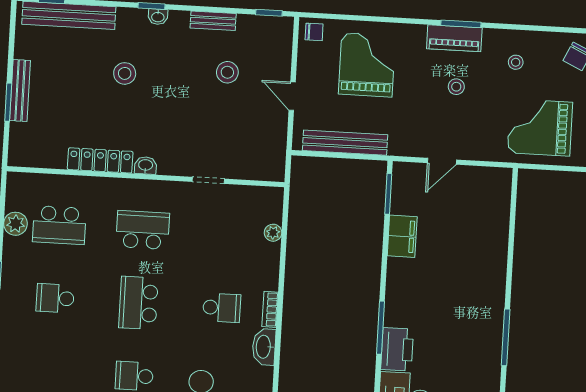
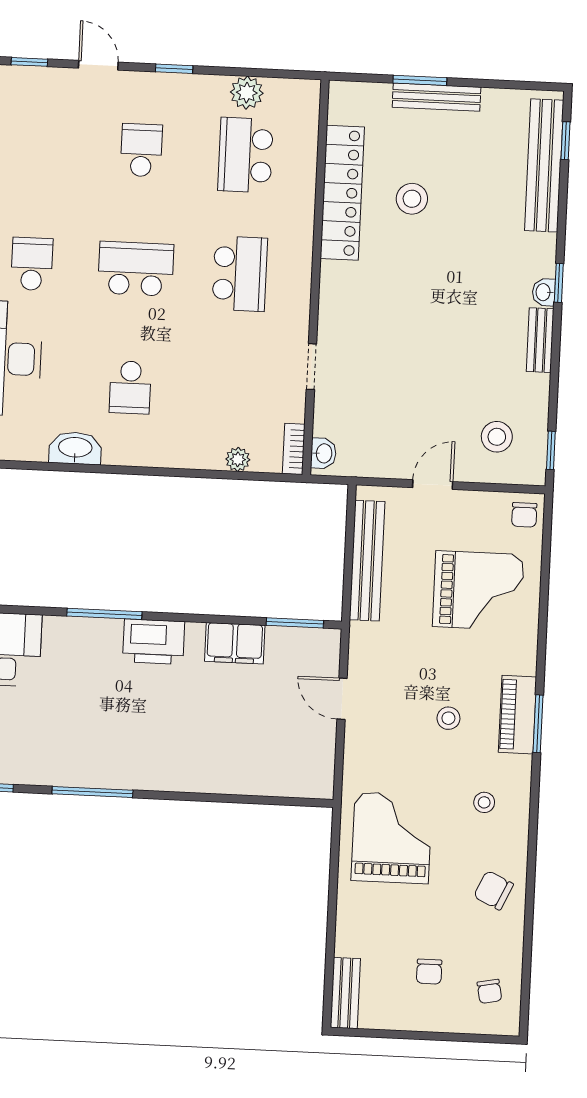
bench: (213, 21) -> (540, 340), moved
stool: (227, 72) -> (497, 437), moved
stool: (125, 73) -> (412, 199), moved
locker: (100, 160) -> (342, 193), width x1.41, depth x1.21
washbasin: (146, 165) -> (323, 453), moved
bookcase: (270, 309) -> (294, 449), moved, turned -90
printer: (397, 349) -> (154, 642), moved

